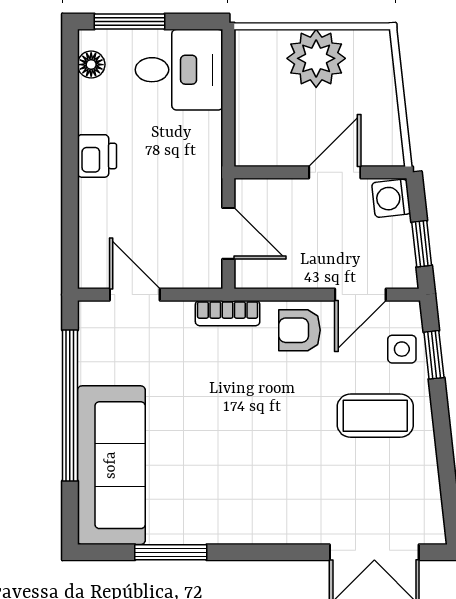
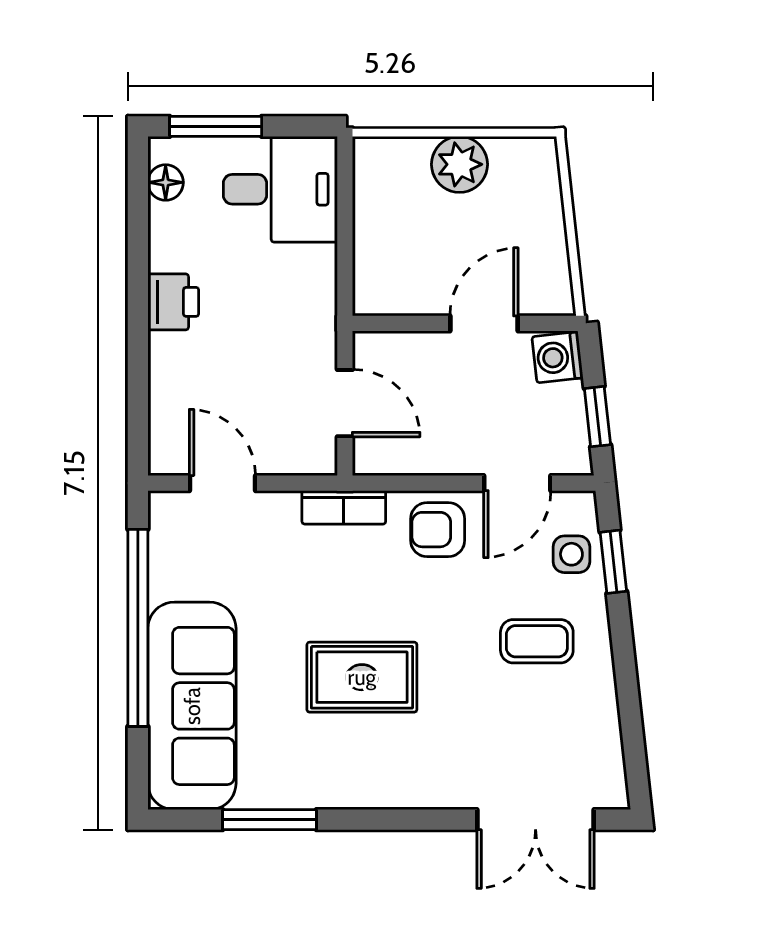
plant: (316, 58) -> (460, 164), width x0.73, depth x0.73
coffee table: (375, 416) -> (537, 641), width x0.73, depth x0.77
rug: (241, 443) -> (362, 677), added

